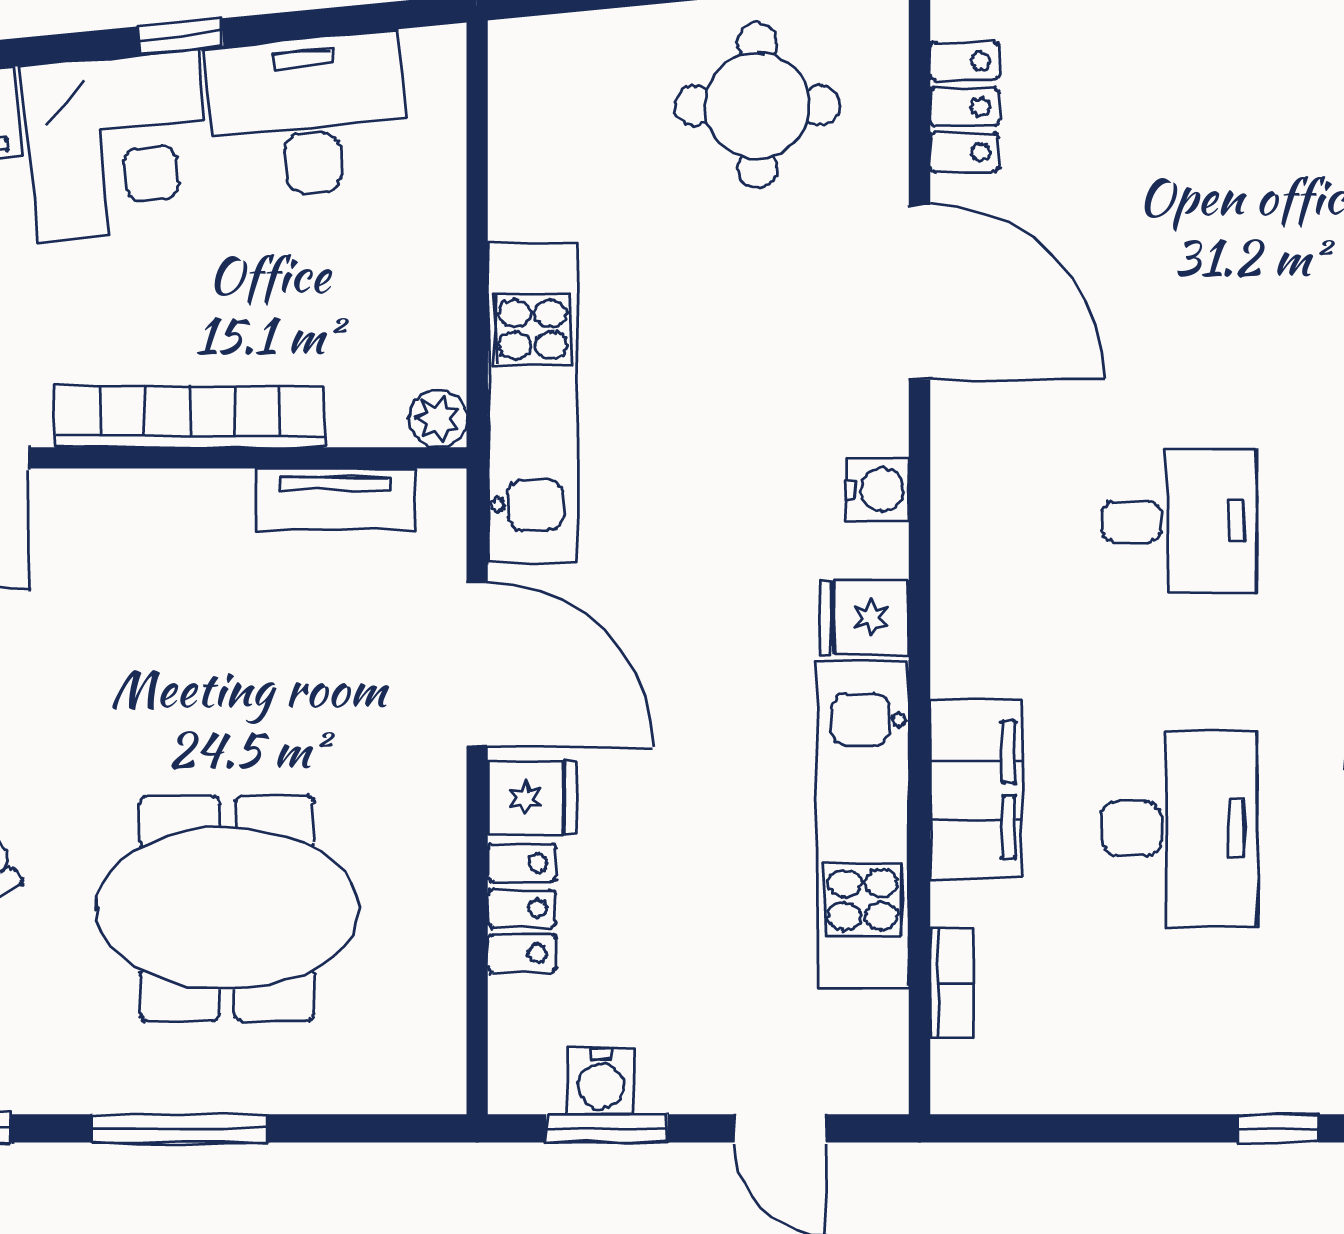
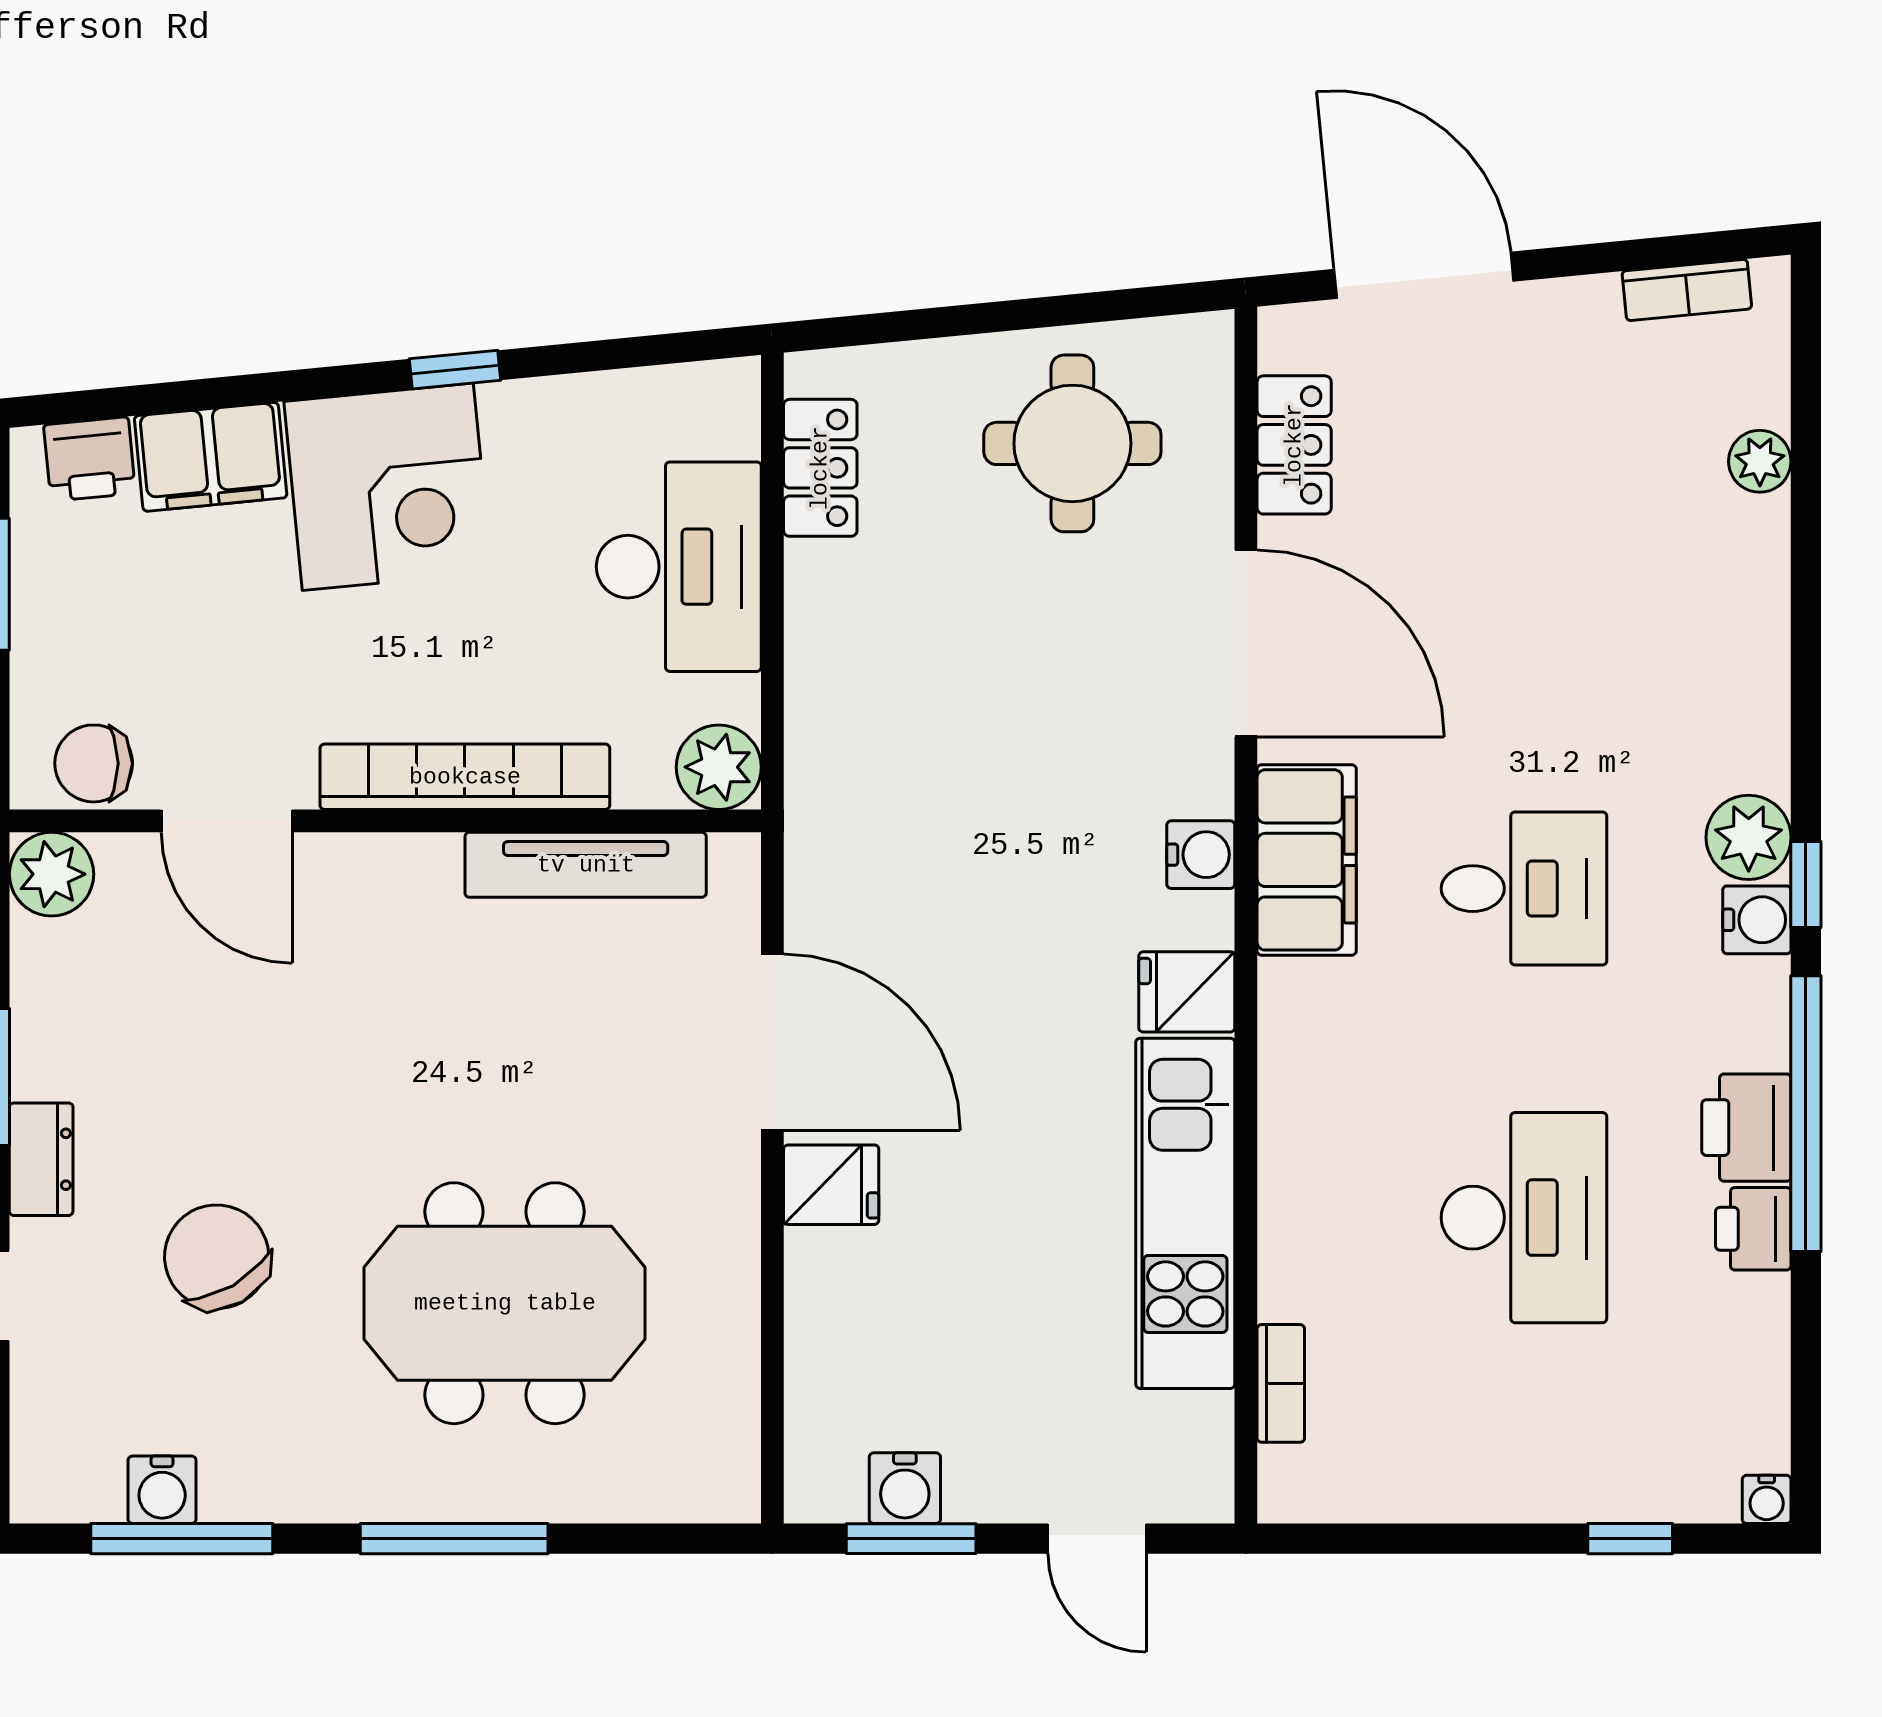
desk: (308, 115) -> (679, 567), moved, turned 96
kitchen unit: (533, 403) -> (832, 762), removed
plant: (438, 419) -> (719, 767), width x1.38, depth x1.38
tv unit: (335, 499) -> (586, 865), width x1.41
filing cabinet: (976, 790) -> (1307, 860), moved
locker: (522, 908) -> (820, 468), moved

